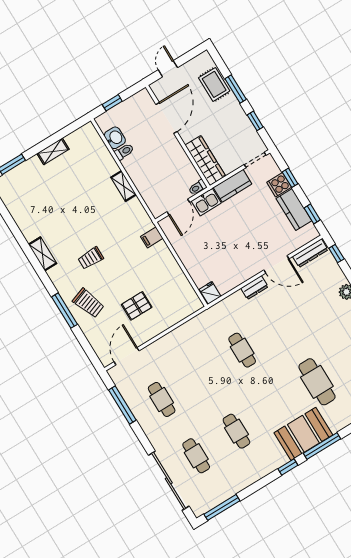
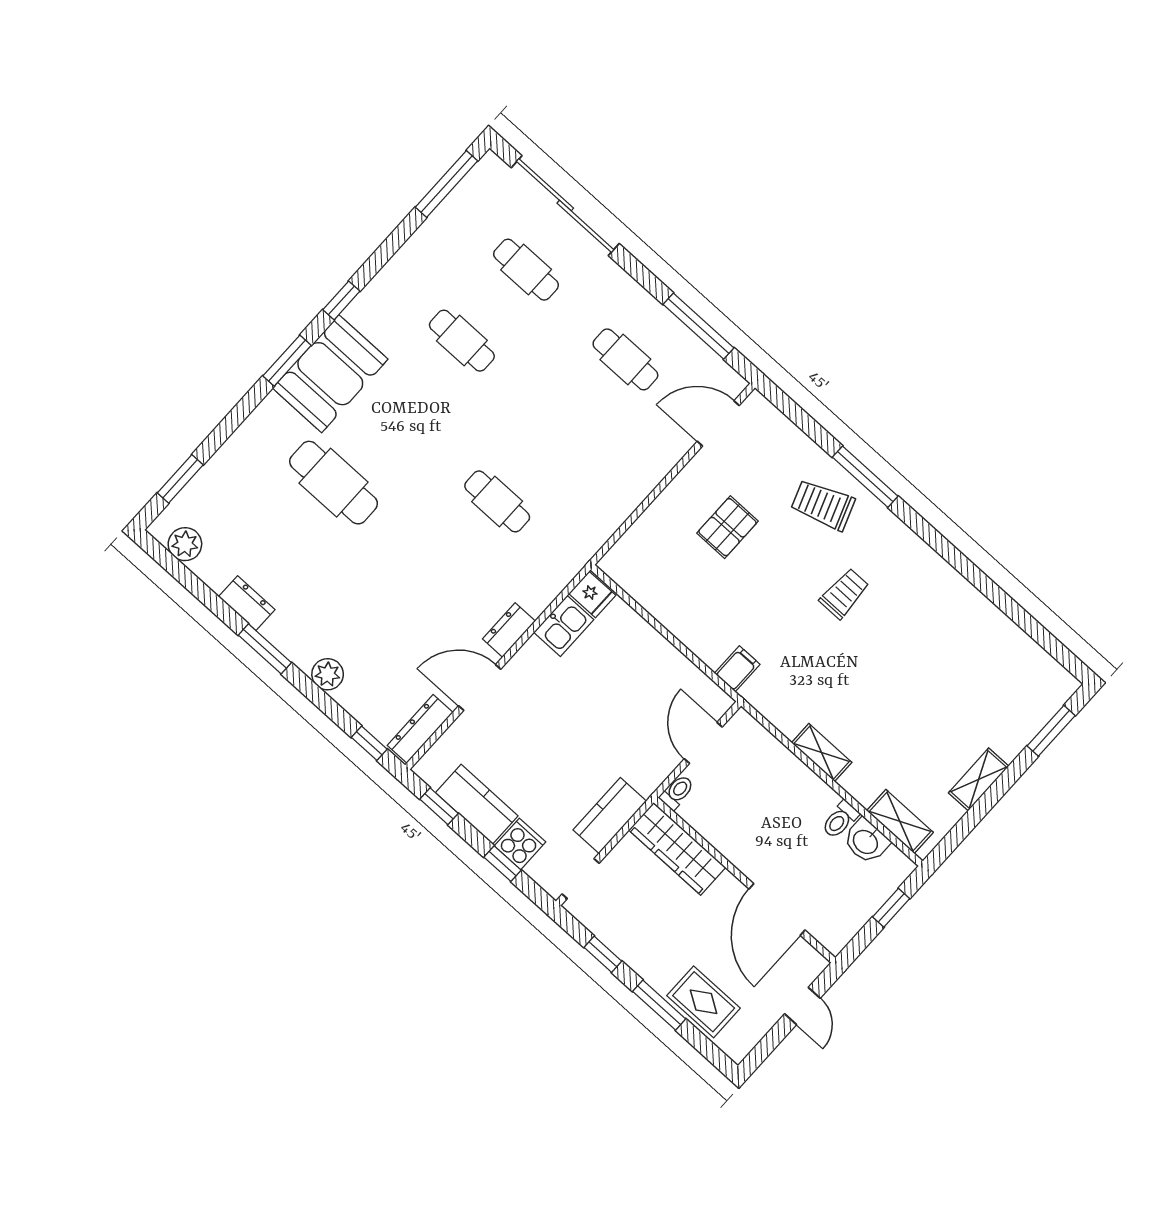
kitchen sink: (206, 202) -> (564, 626), moved, turned 180
shelving: (42, 254) -> (900, 822), moved
door: (127, 356) -> (718, 423), swing flipped
window: (322, 446) -> (287, 361), width x0.69

